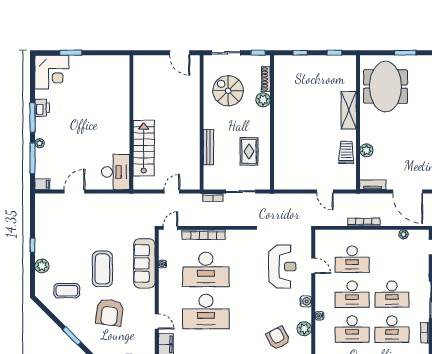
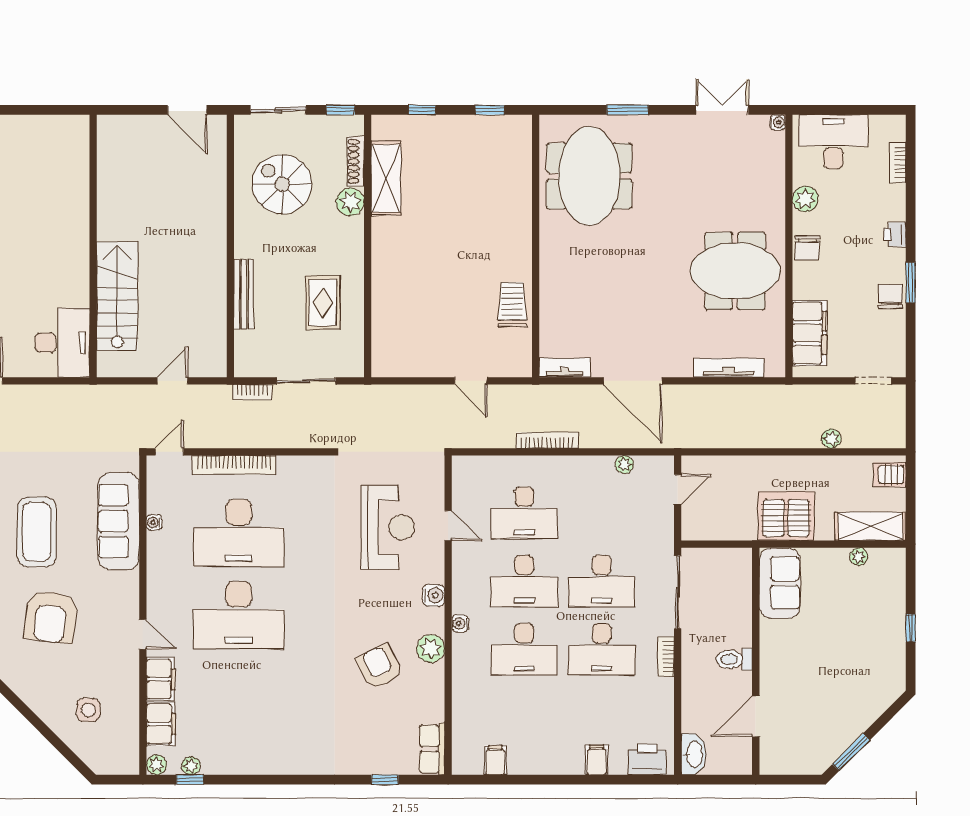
shelving: (349, 110) -> (386, 178), moved
plant: (366, 150) -> (552, 301), removed

